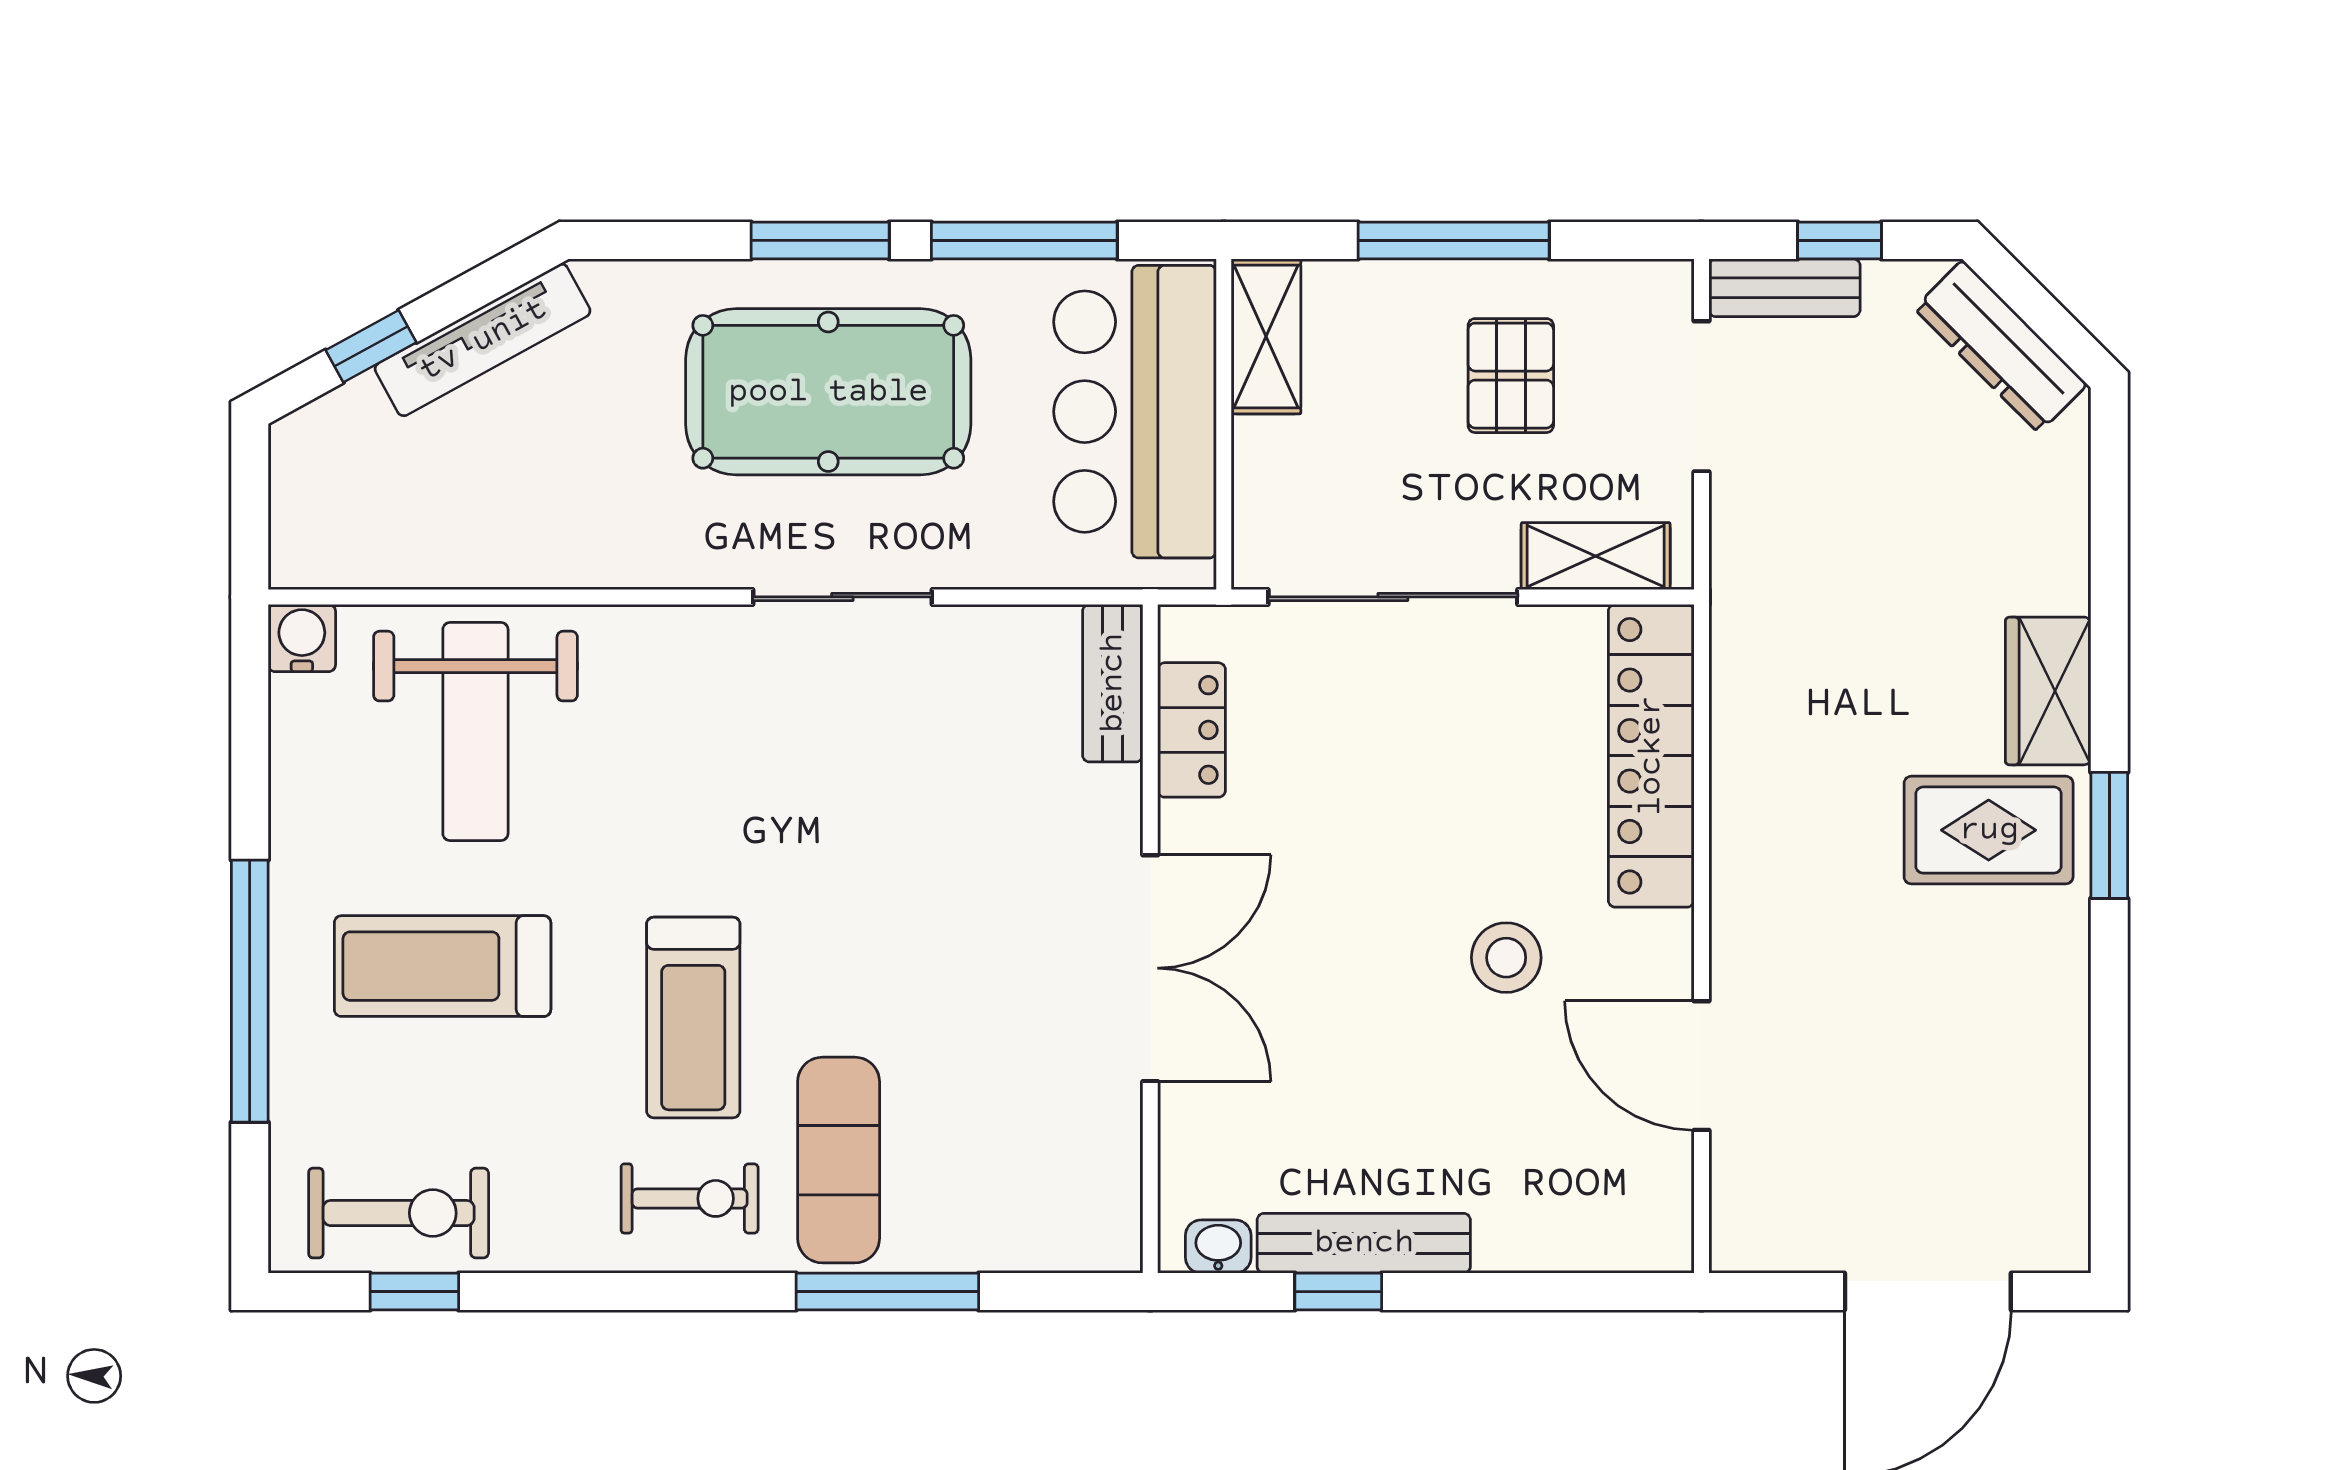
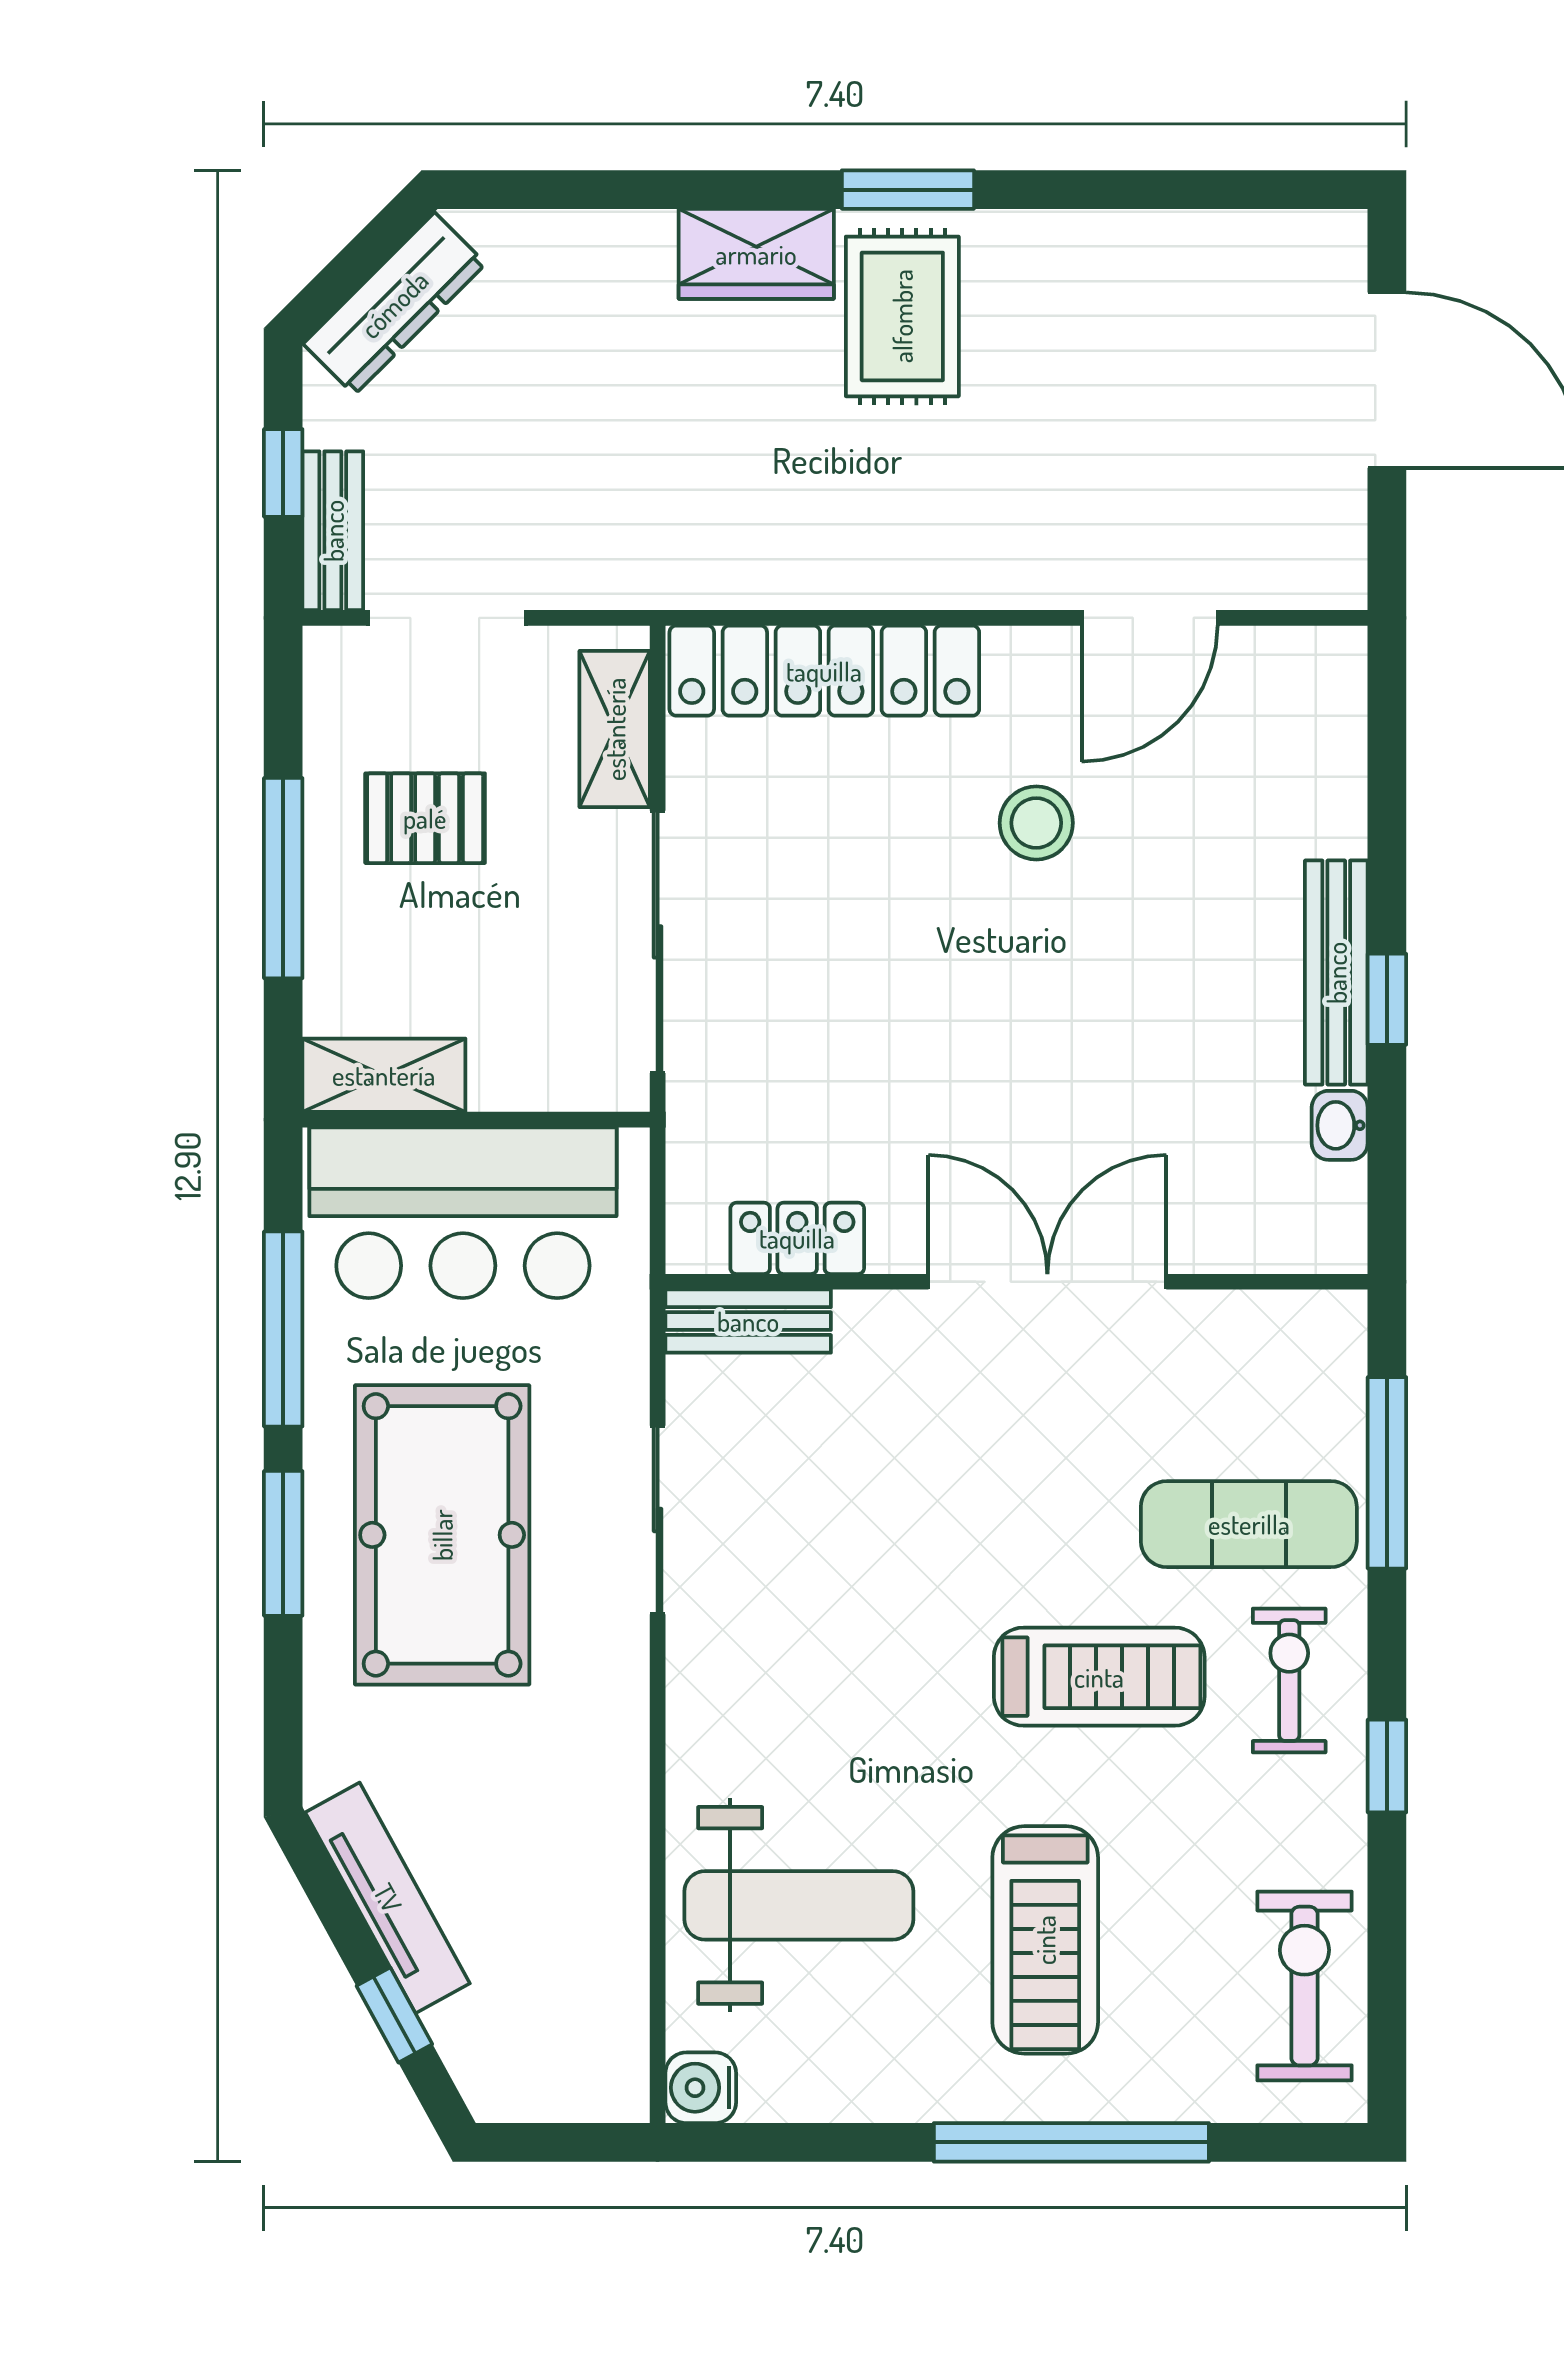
bench: (1113, 683) -> (748, 1321), moved
locker: (1191, 730) -> (797, 1238), moved
wall: (1150, 939) -> (1016, 1282), moved
double door: (1150, 968) -> (1047, 1282), moved
window: (414, 1292) -> (1387, 1766), moved

